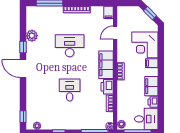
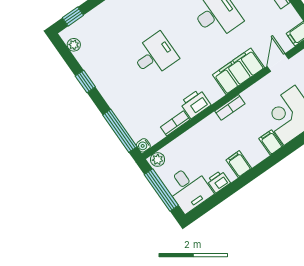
door: (115, 33) -> (278, 63), hinge flipped
filing cabinet: (106, 65) -> (238, 71), moved
filing cabinet: (151, 86) -> (239, 164), width x0.50

